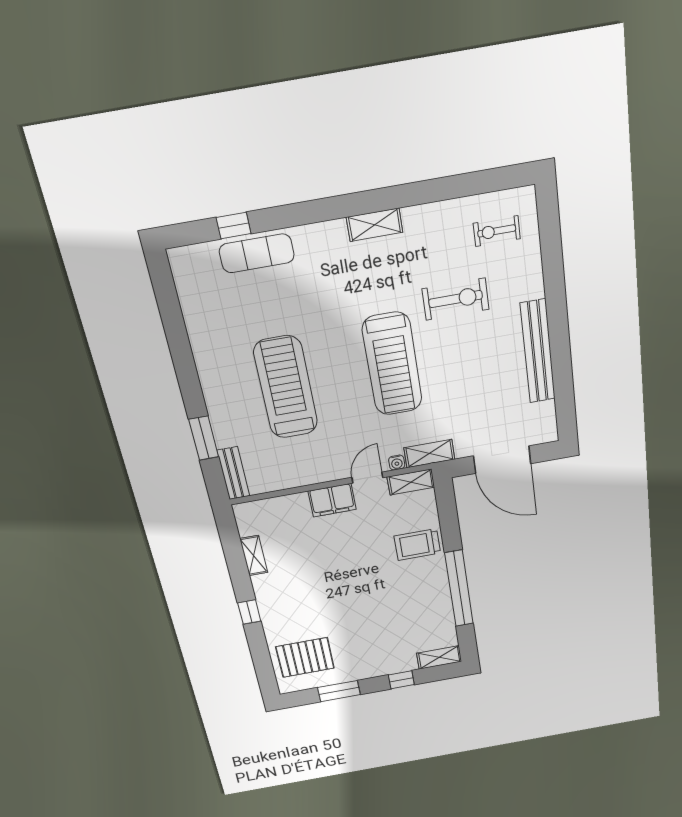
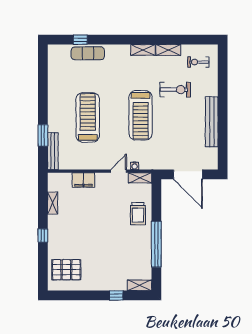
shelving: (429, 454) -> (168, 50), moved
bench: (233, 473) -> (53, 151), width x1.36
filing cabinet: (332, 500) -> (83, 180), moved
trolley: (417, 545) -> (138, 214), turned -90
window: (339, 691) -> (81, 295), removed

